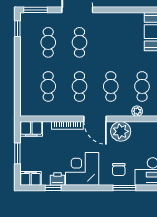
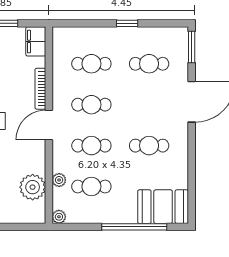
window: (17, 29) -> (127, 23), moved
cafe table: (79, 42) -> (149, 146), moved
plant: (121, 131) -> (33, 187), moved

